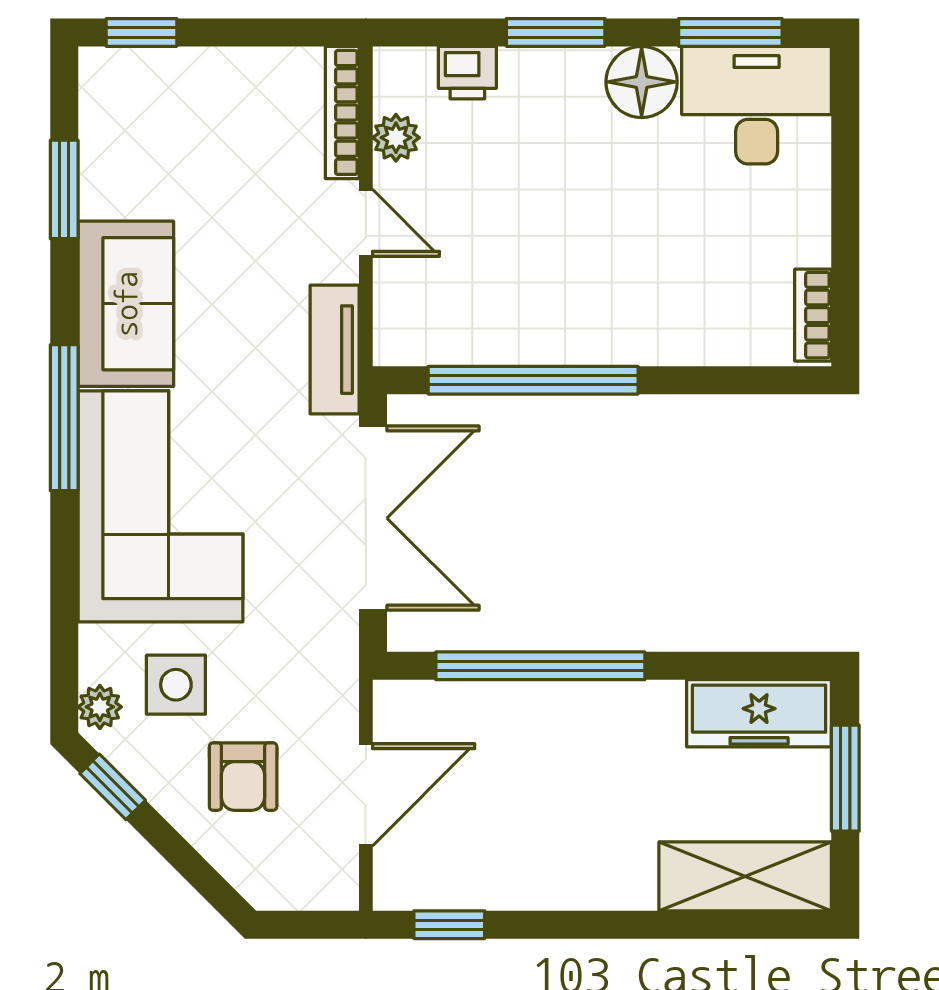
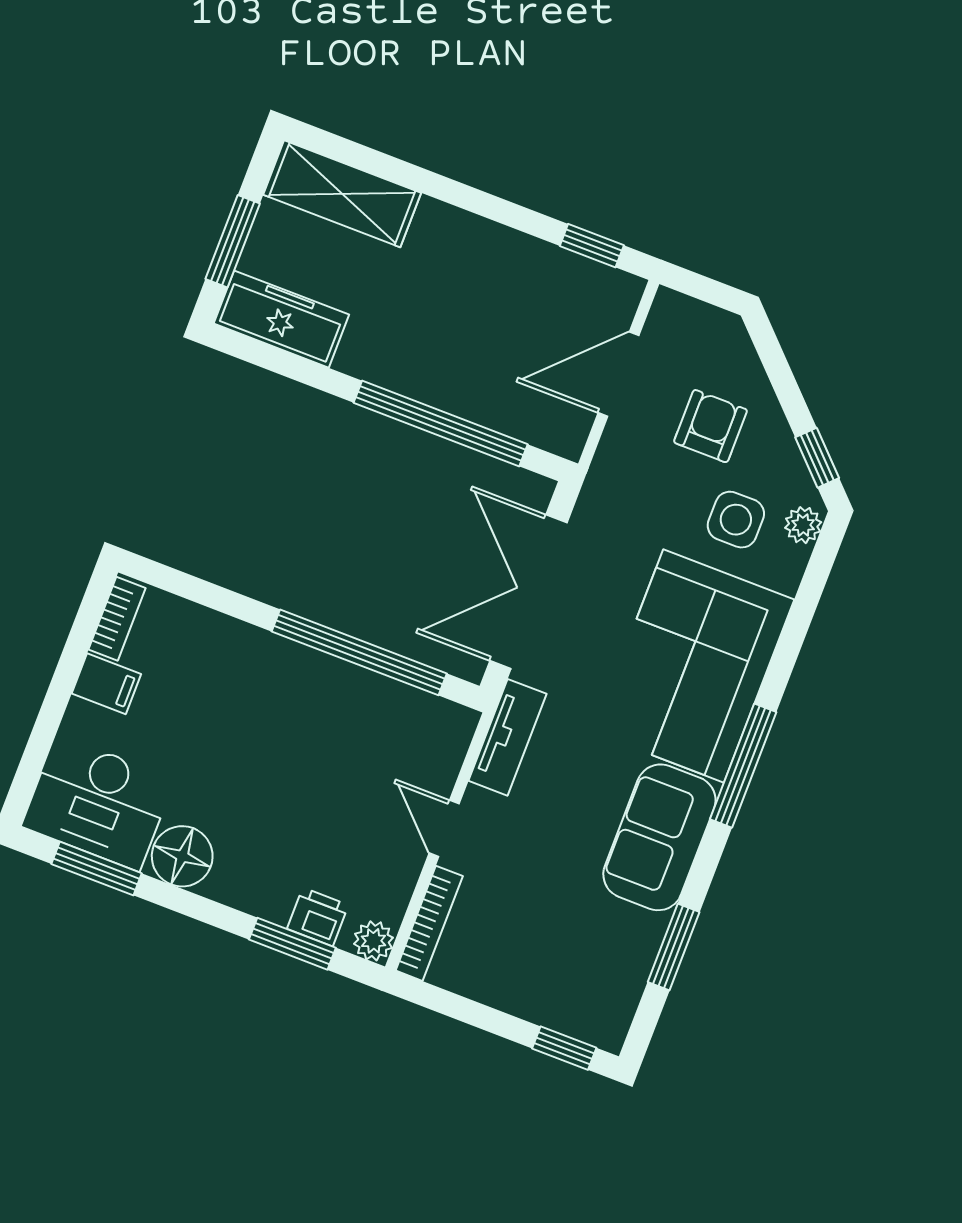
window: (556, 32) -> (292, 944), moved
plant: (396, 138) -> (374, 941), moved
filing cabinet: (797, 239) -> (106, 684), added

